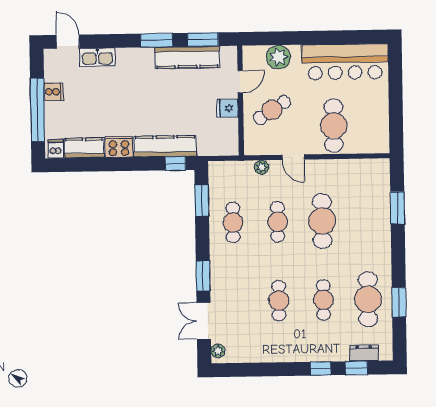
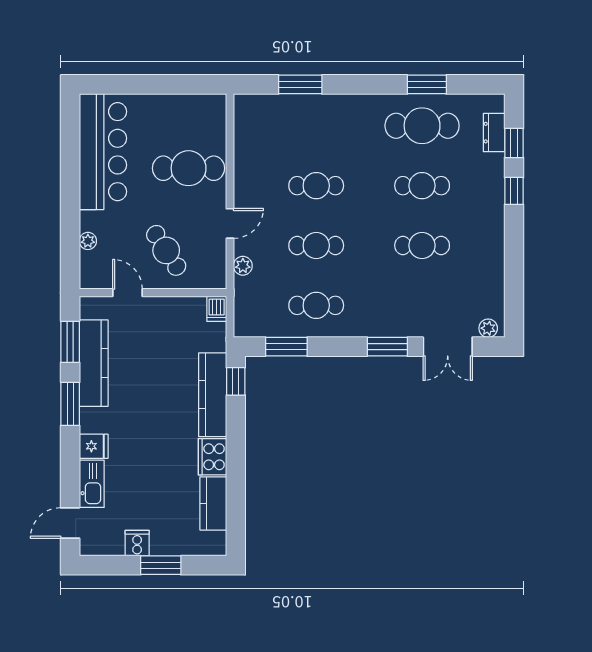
plant: (278, 57) -> (88, 241), width x0.53, depth x0.53
fridge: (227, 108) -> (94, 446), moved, turned -90
window: (38, 110) -> (161, 565), width x0.47
dishwasher: (56, 149) -> (217, 309), moved, turned -90
cafe table: (322, 221) -> (316, 186), width x0.73, depth x0.74

